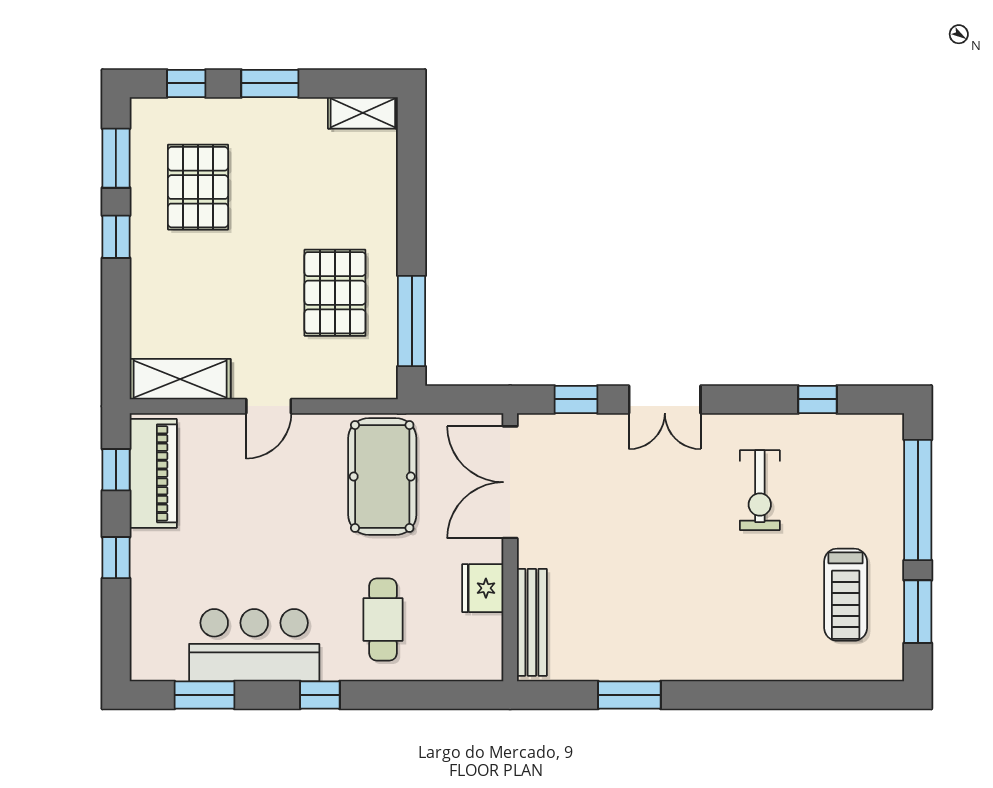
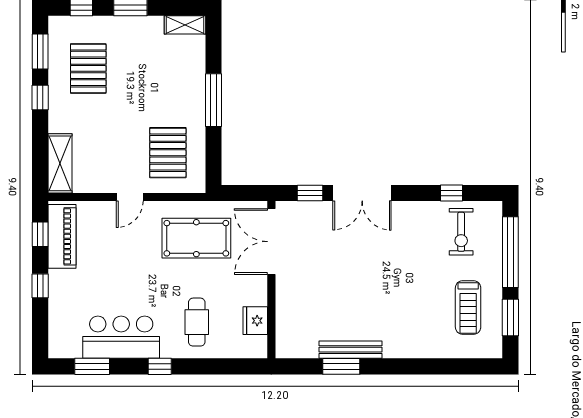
pallet: (335, 293) -> (168, 153), moved
window: (412, 321) -> (213, 100), moved
shelving: (180, 379) -> (60, 163), moved, turned 90
double door: (665, 399) -> (362, 193), width x1.37
pool table: (382, 476) -> (196, 238), turned 90
exercise bike: (760, 490) -> (461, 232), moved
fridge: (483, 588) -> (255, 321), moved
bench: (532, 622) -> (351, 350), moved, turned 90

